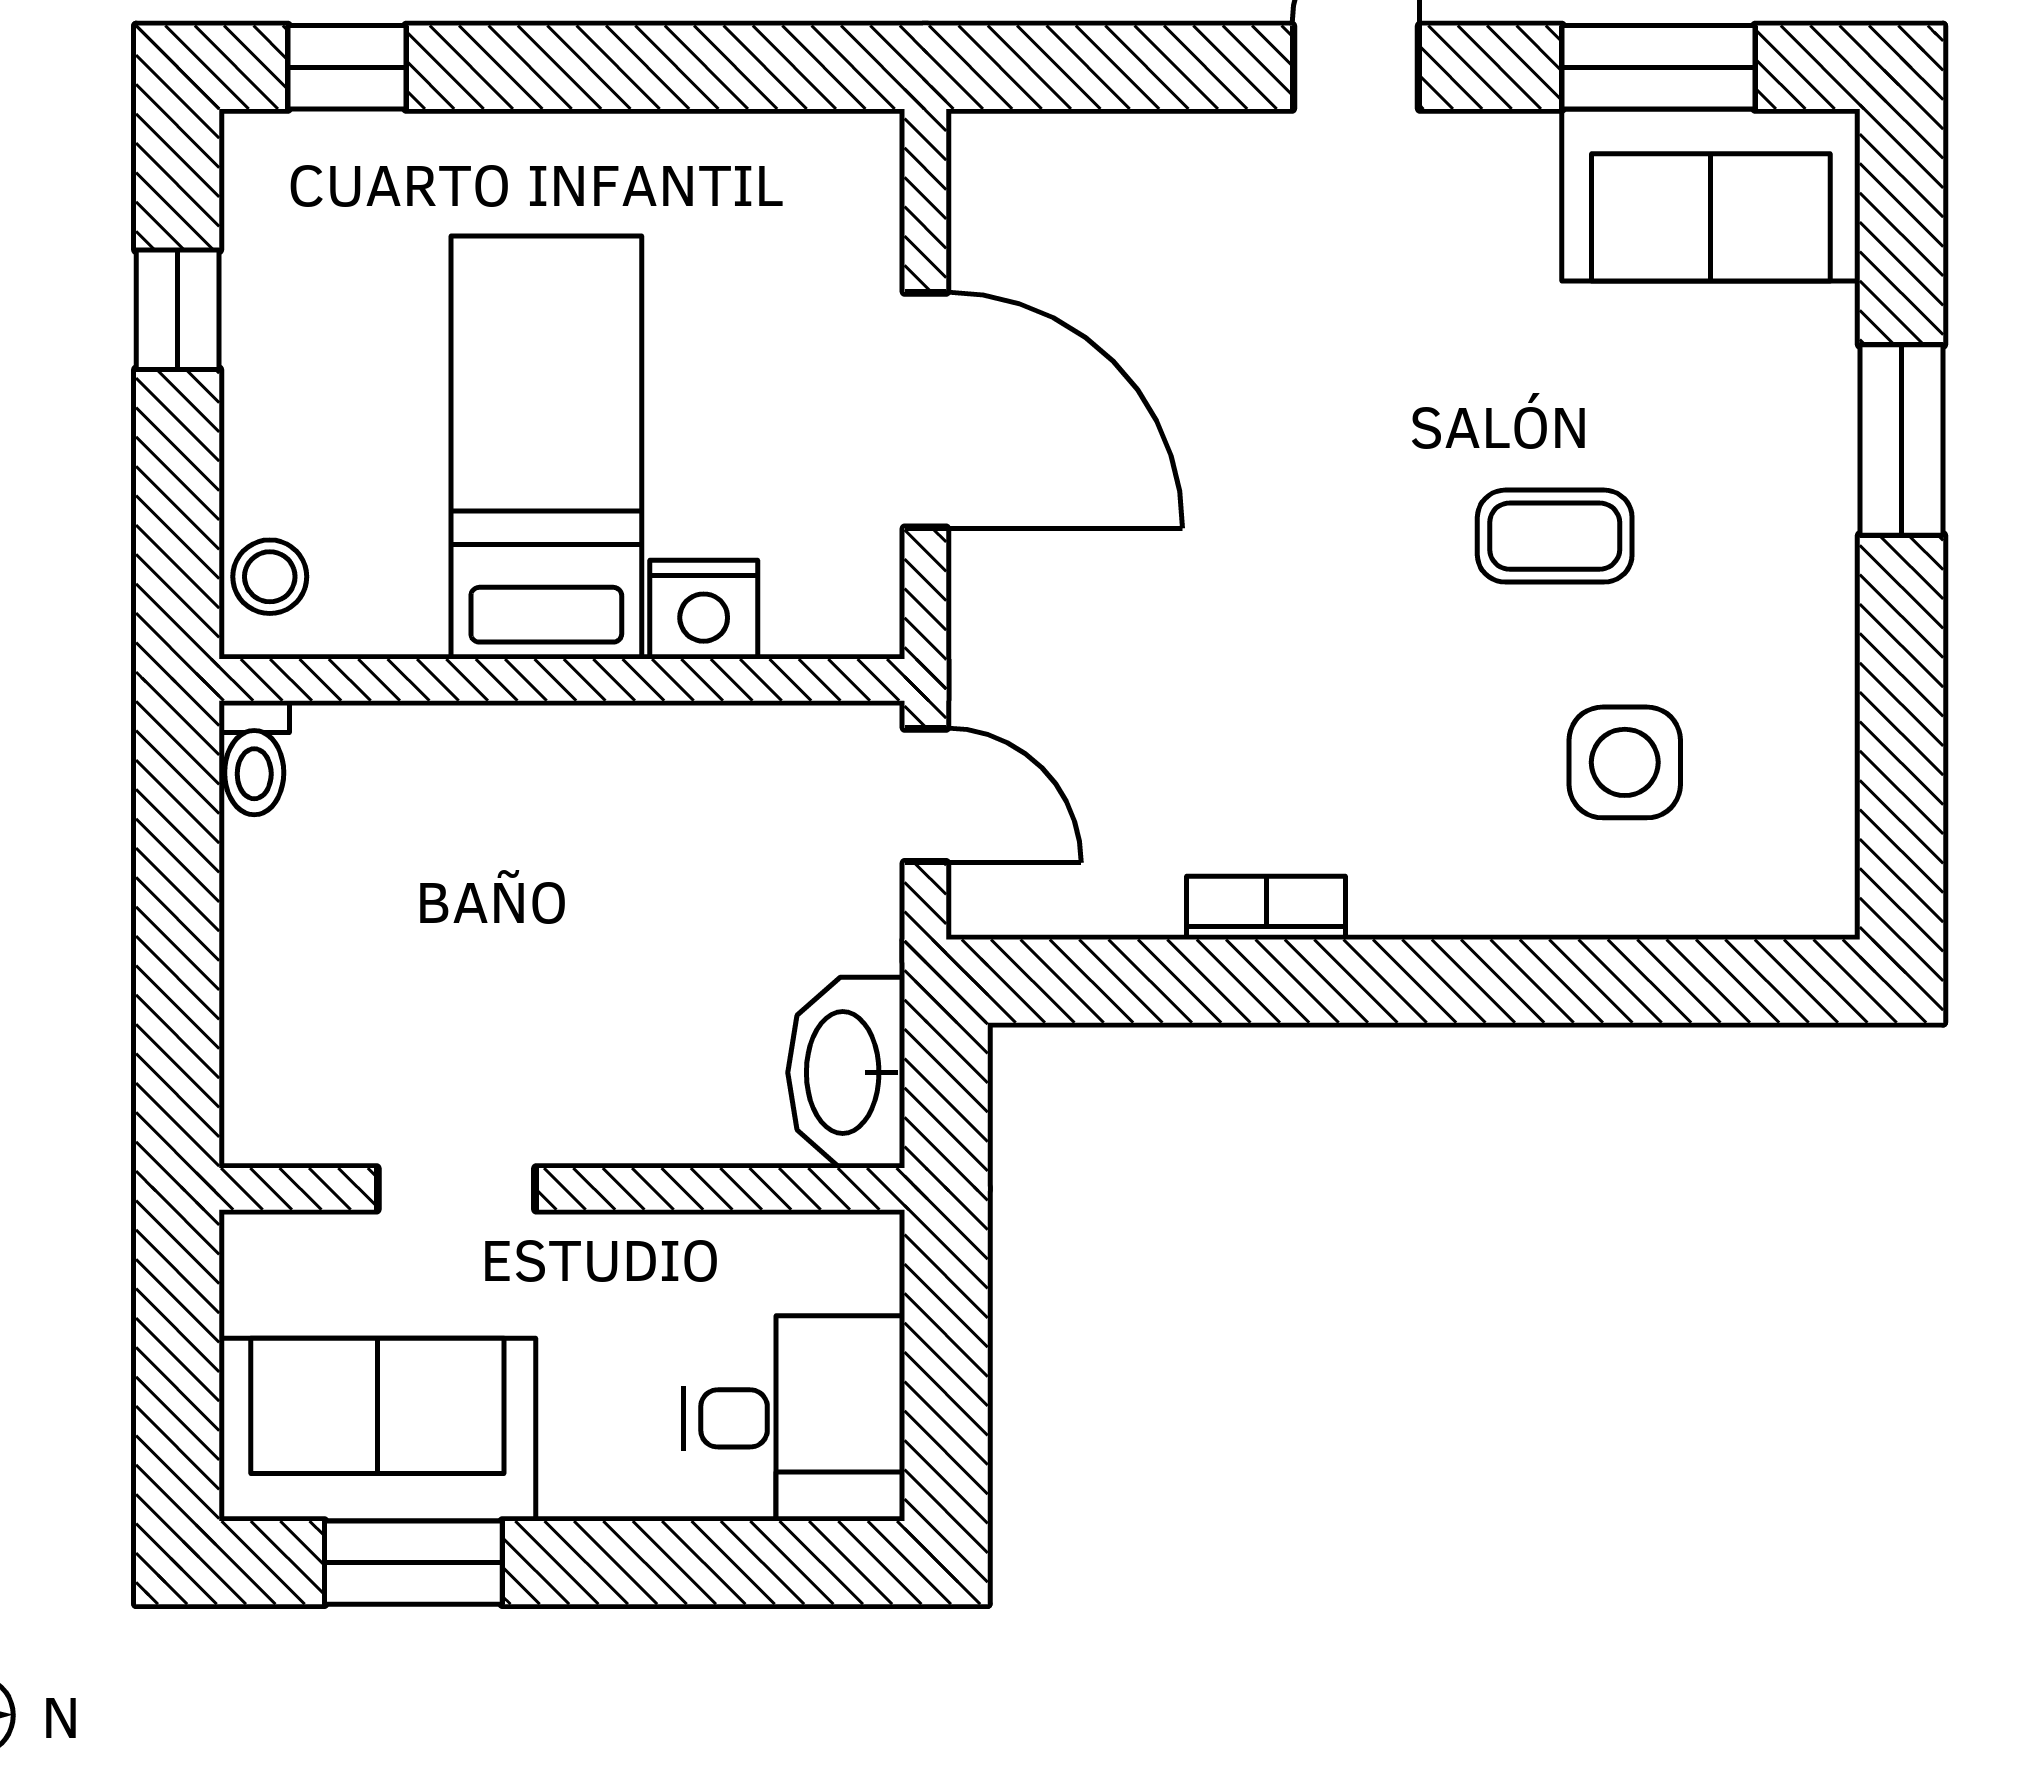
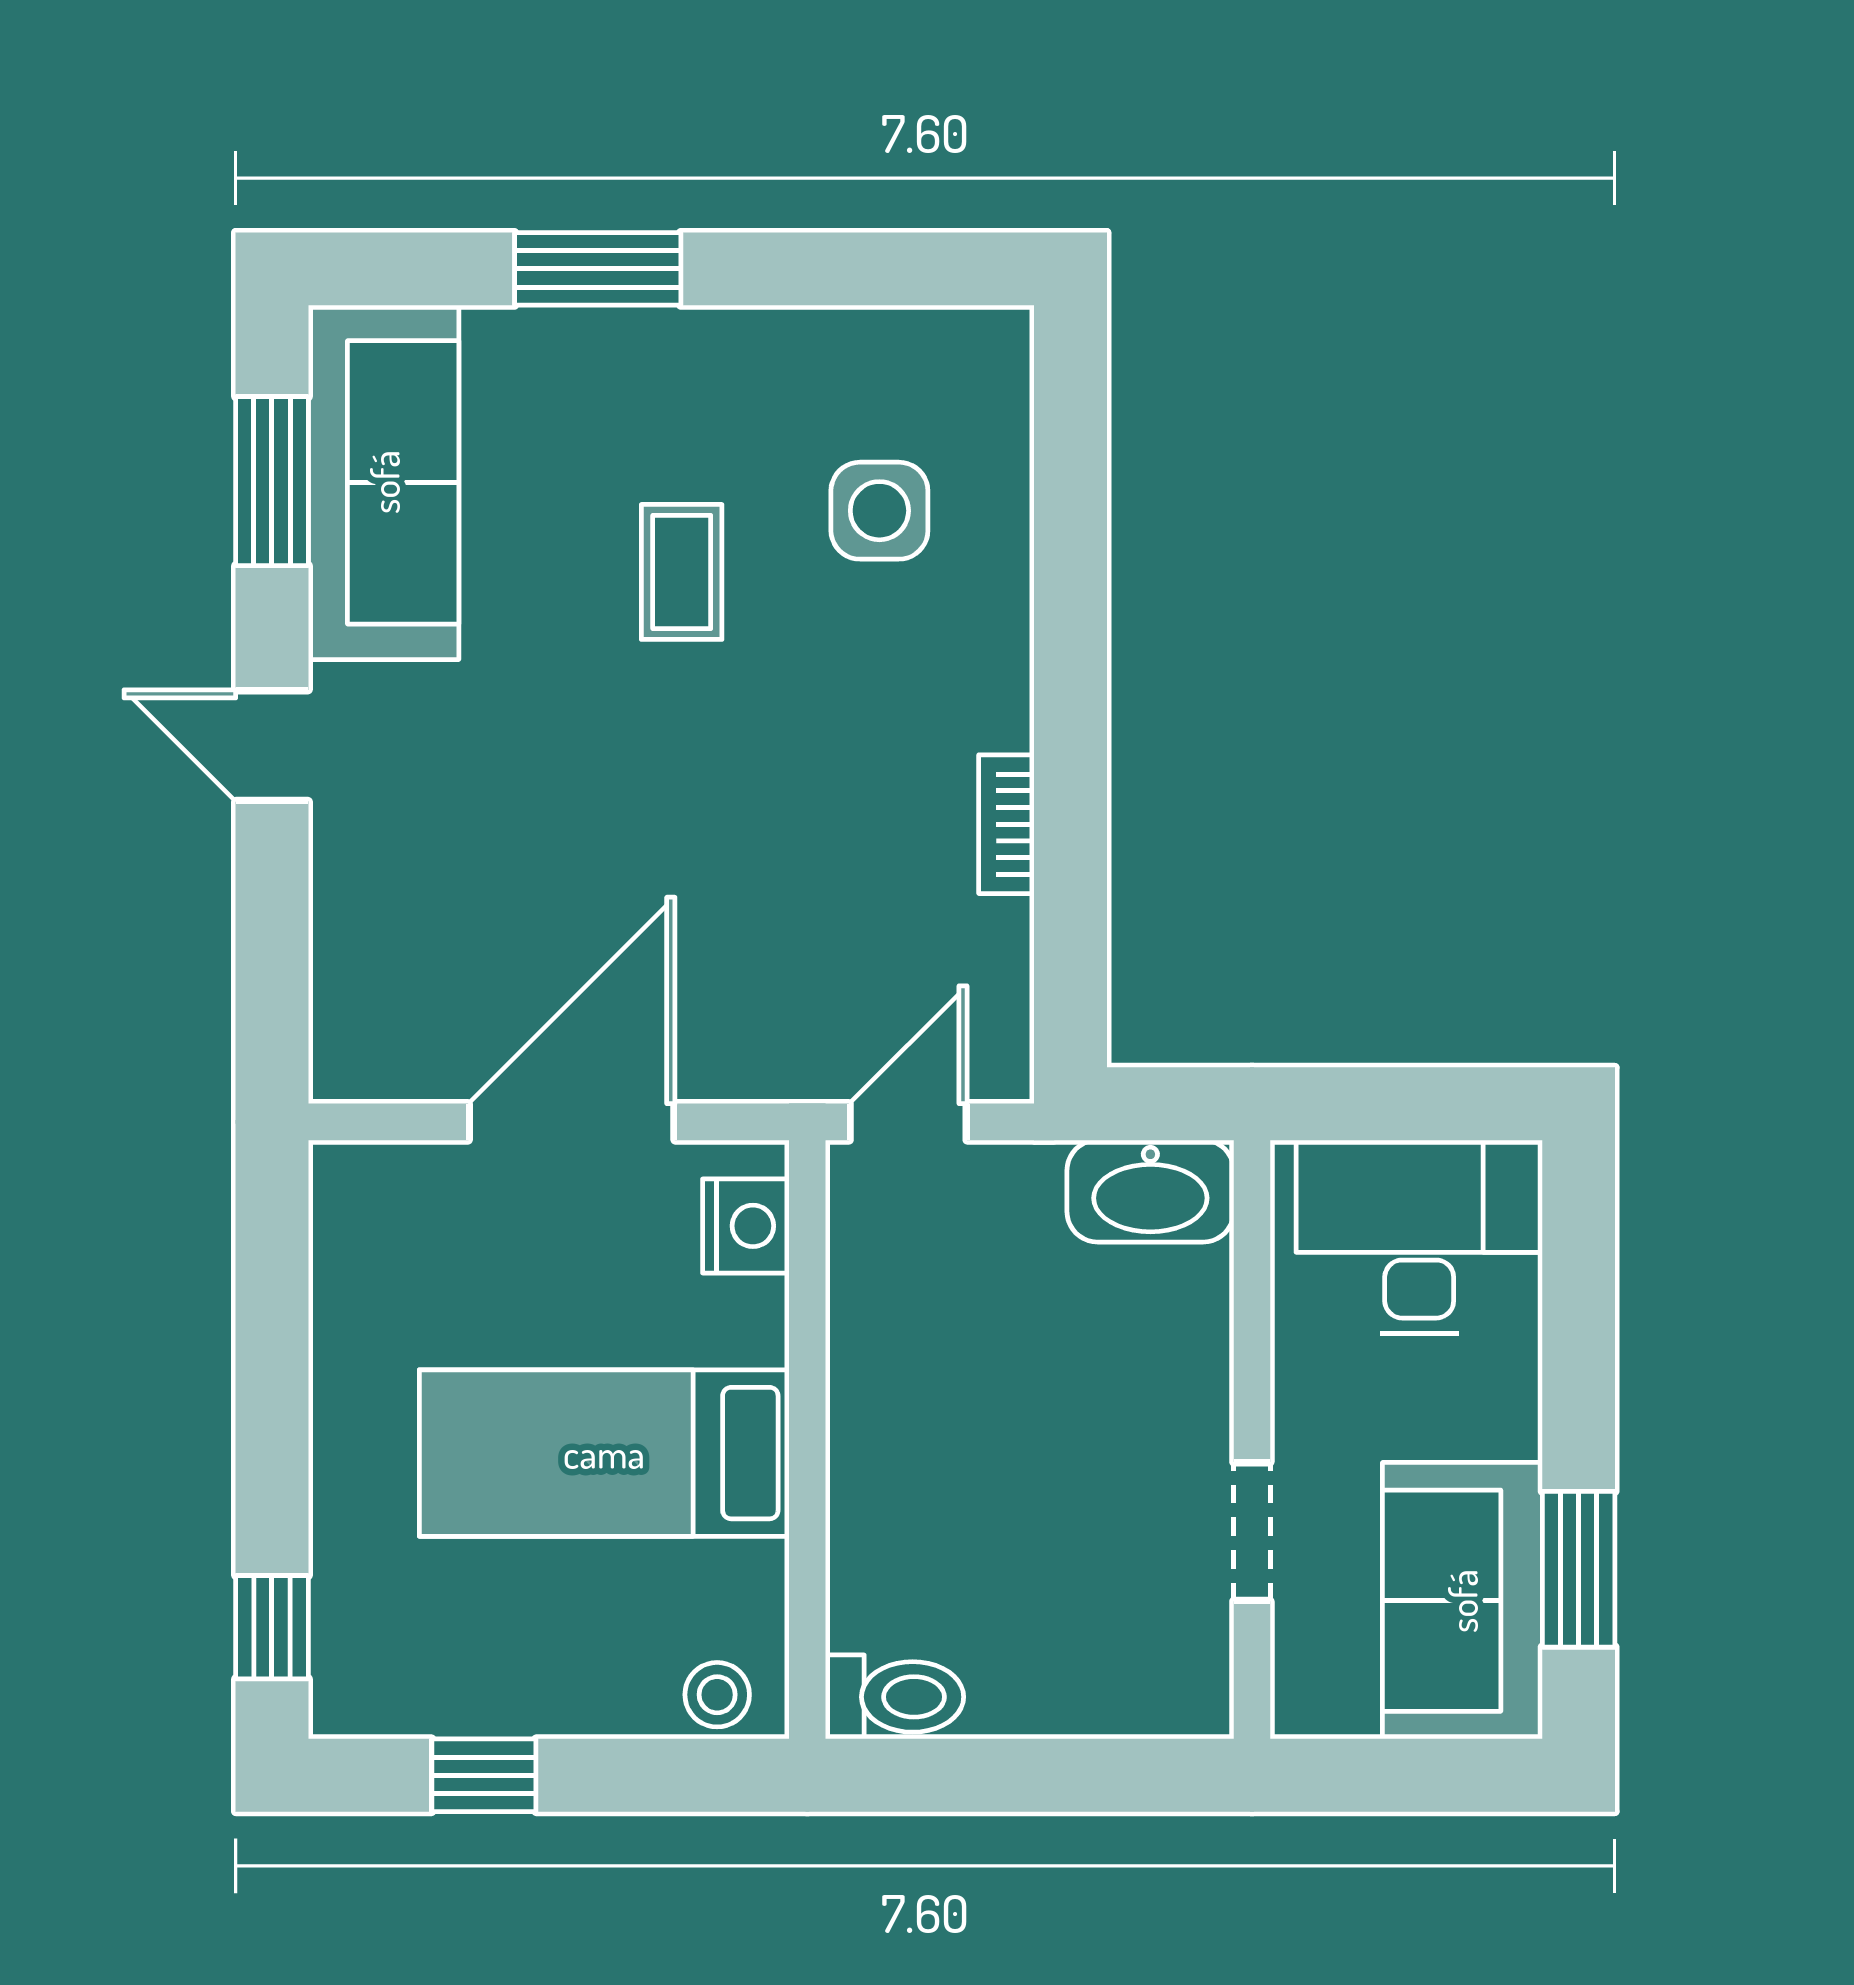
sofa: (1711, 195) -> (384, 482), width x1.36
nightstand: (704, 610) -> (746, 1226), moved
toilet: (254, 758) -> (895, 1697), width x1.37, depth x1.39
desk: (794, 1418) -> (1419, 1237), width x1.37

